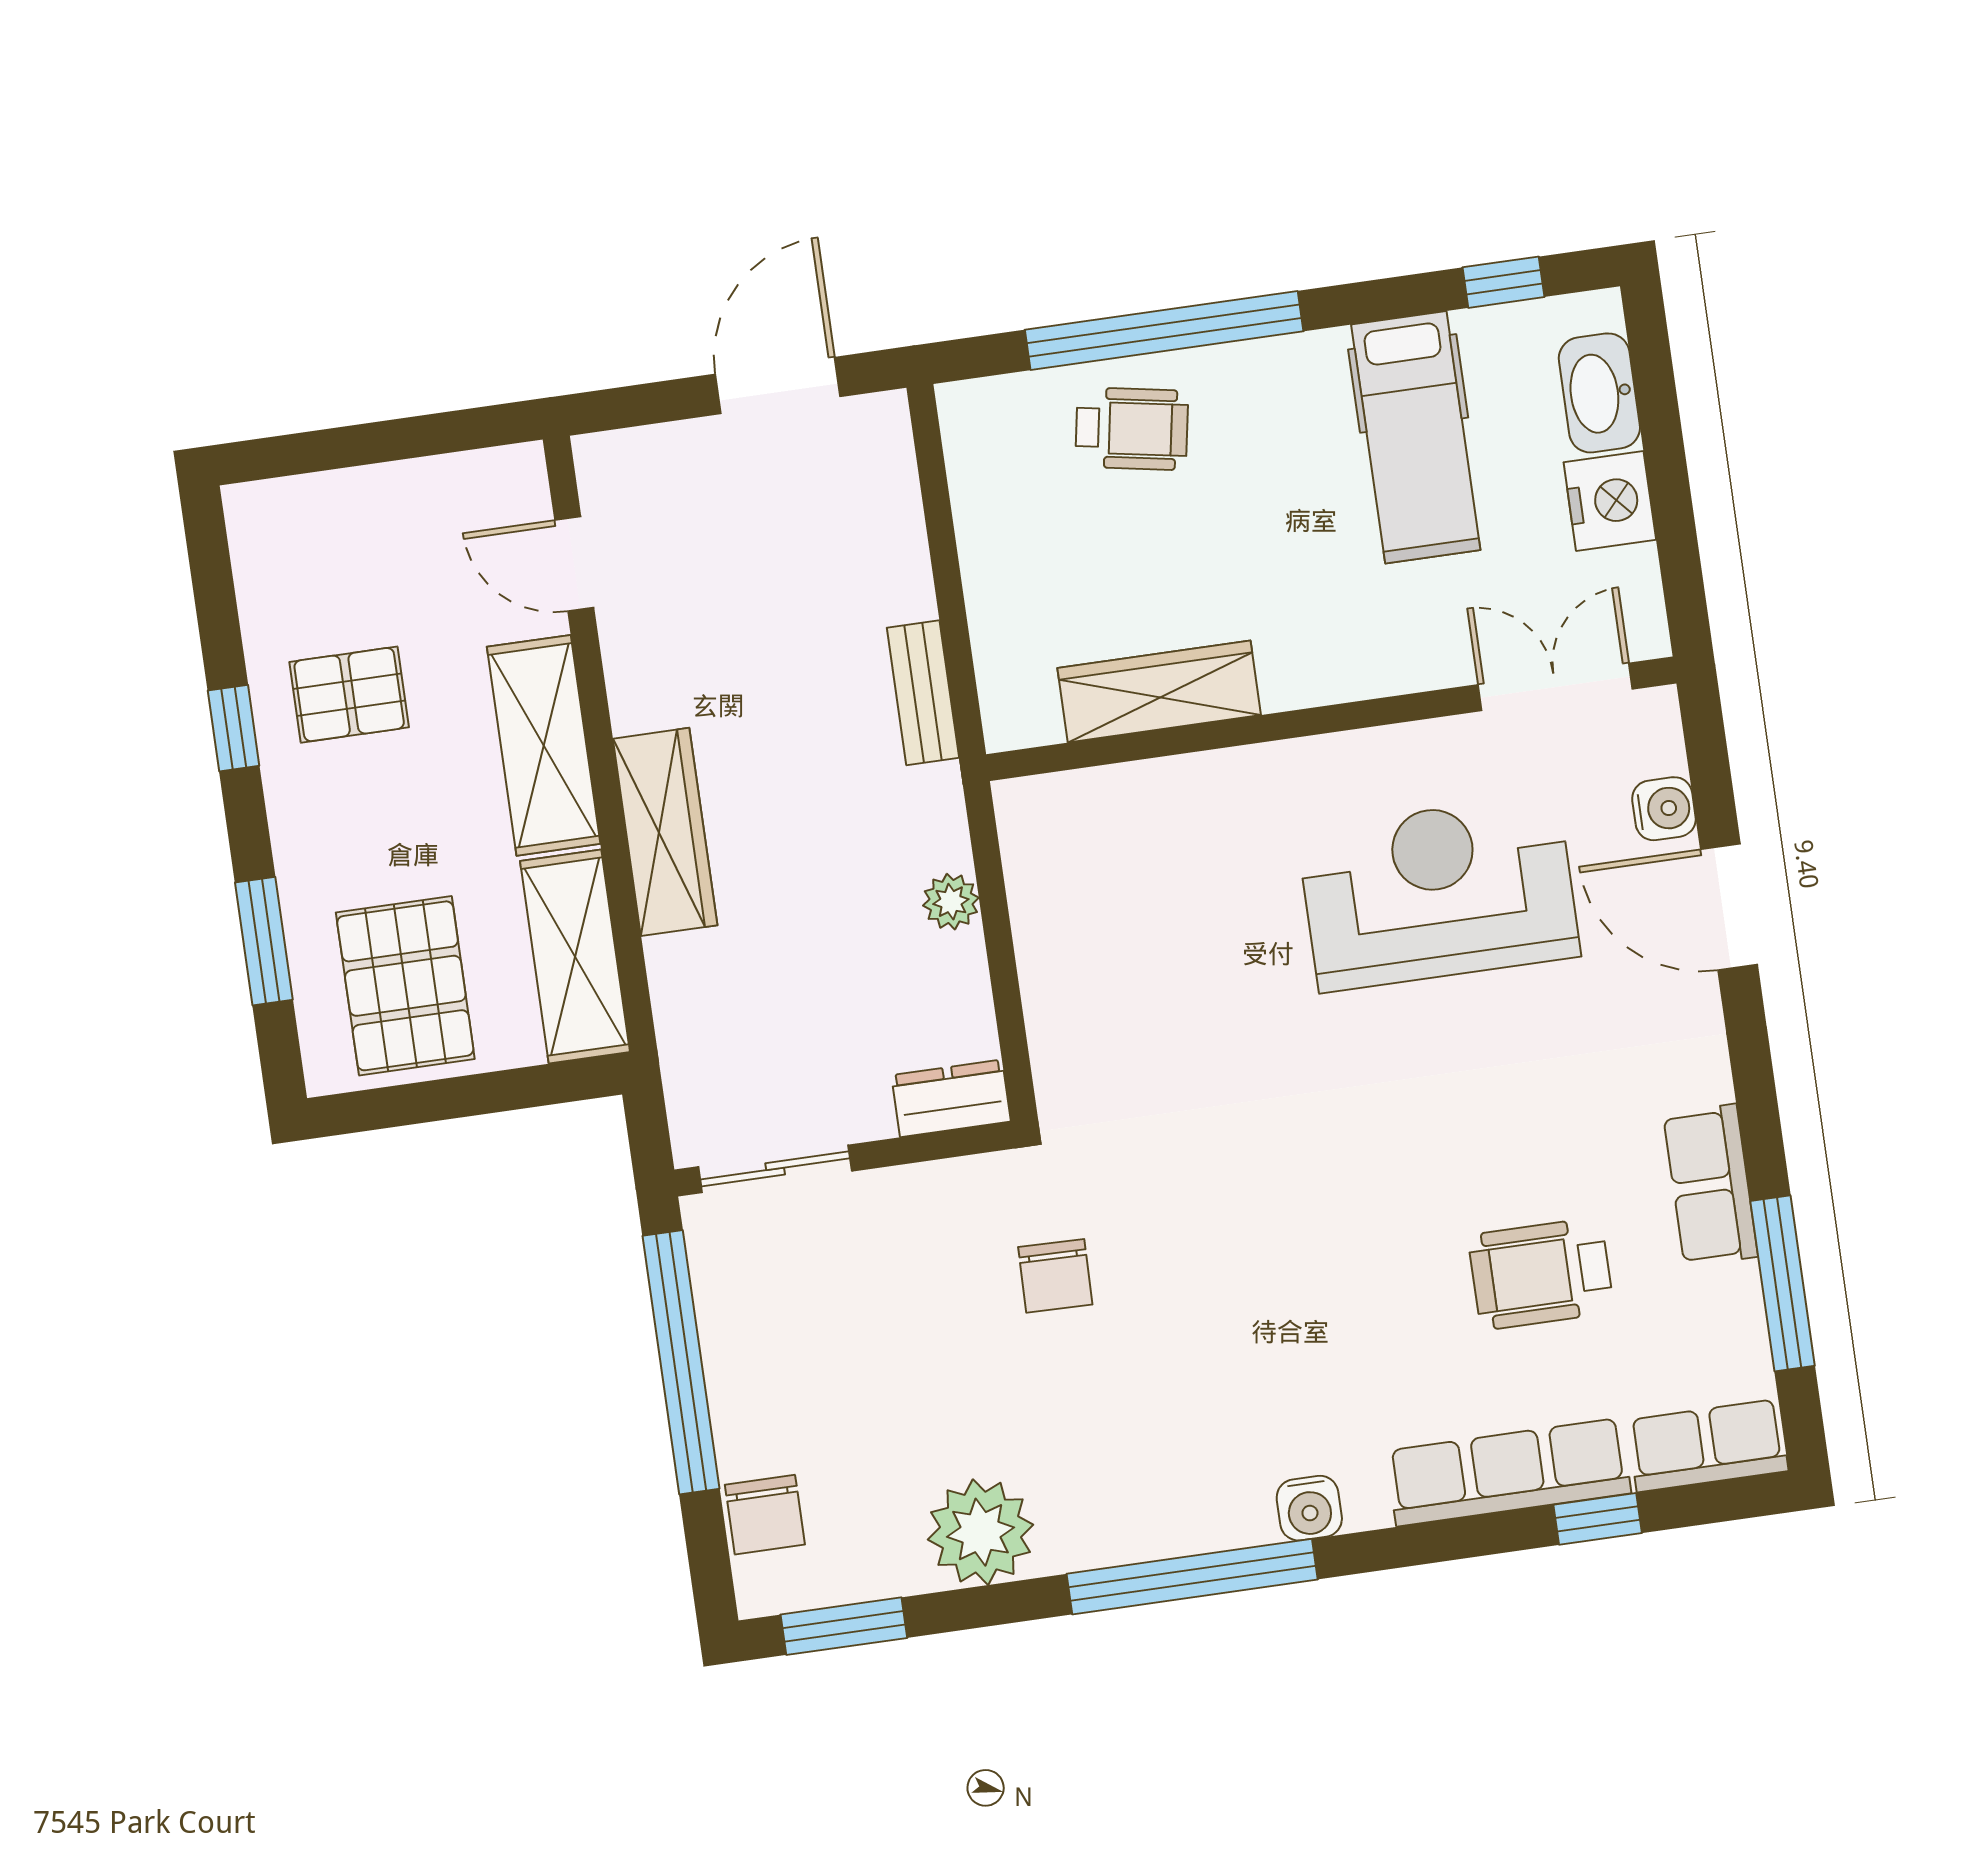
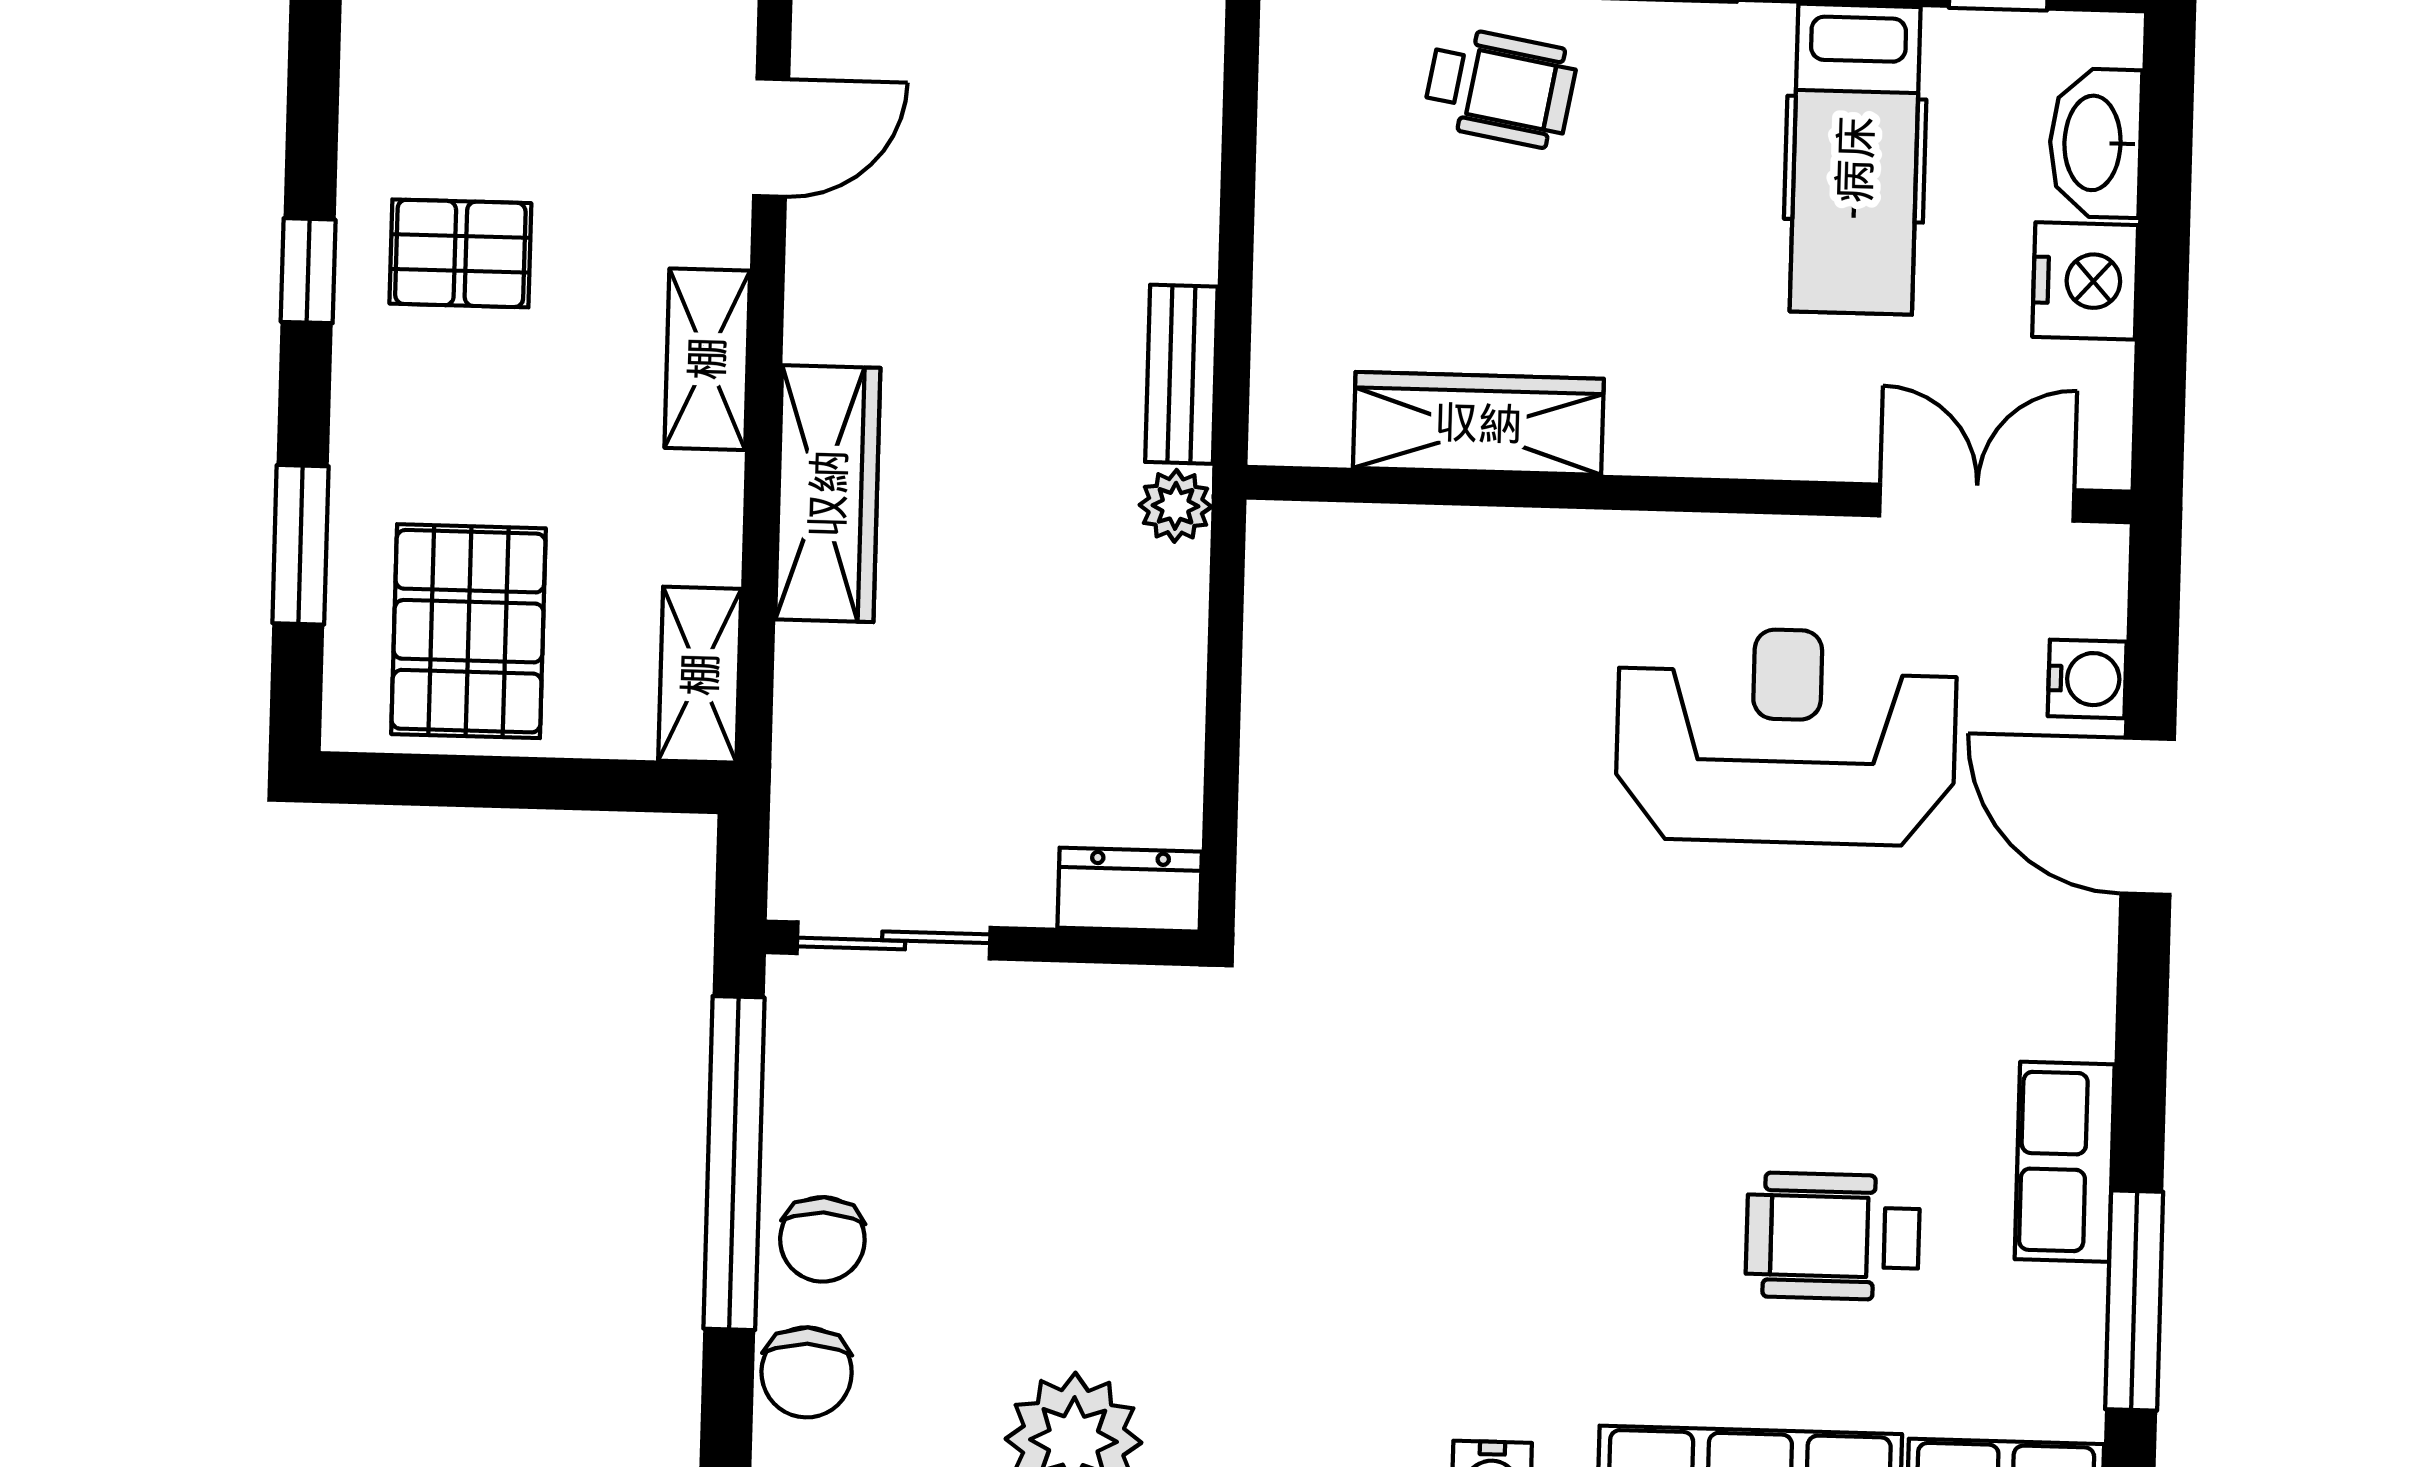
door: (574, 564) -> (771, 138), swing flipped
shelving: (544, 745) -> (707, 359), width x0.67, depth x0.75
plant: (951, 902) -> (1175, 506), moved
shelving: (575, 957) -> (700, 675), width x0.67, depth x0.75
chair: (1055, 1276) -> (822, 1239), moved

